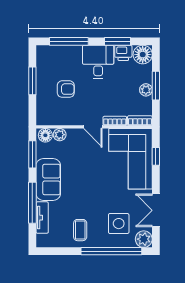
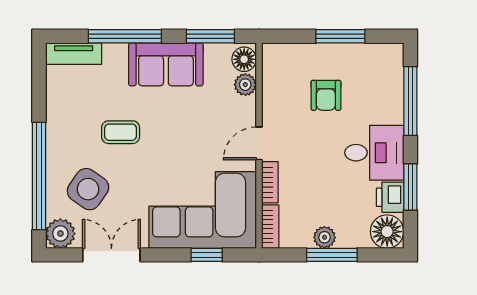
tv unit: (42, 218) -> (74, 54), moved
side table: (119, 224) -> (88, 189), turned 35
coffee table: (80, 230) -> (121, 132), moved

